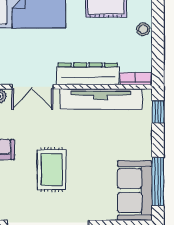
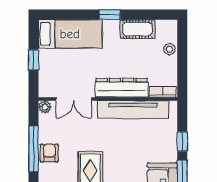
window: (158, 112) -> (182, 142), moved

